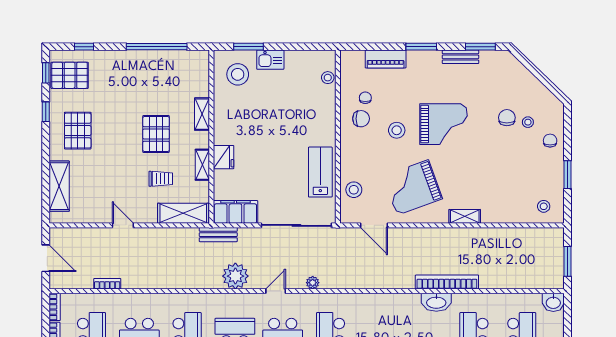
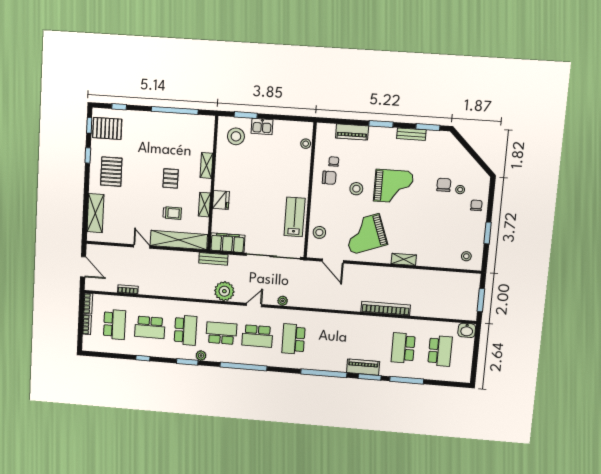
pallet: (156, 134) -> (171, 178), width x0.67, depth x0.71
shelving: (183, 213) -> (179, 240), width x1.47
washbasin: (436, 302) -> (376, 323), removed

